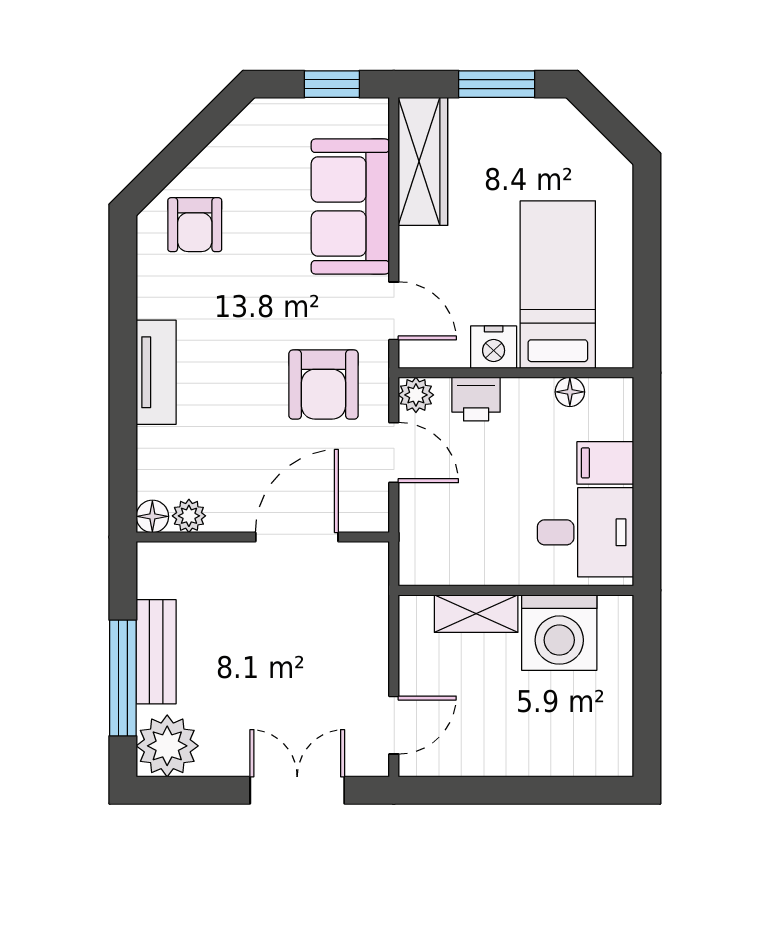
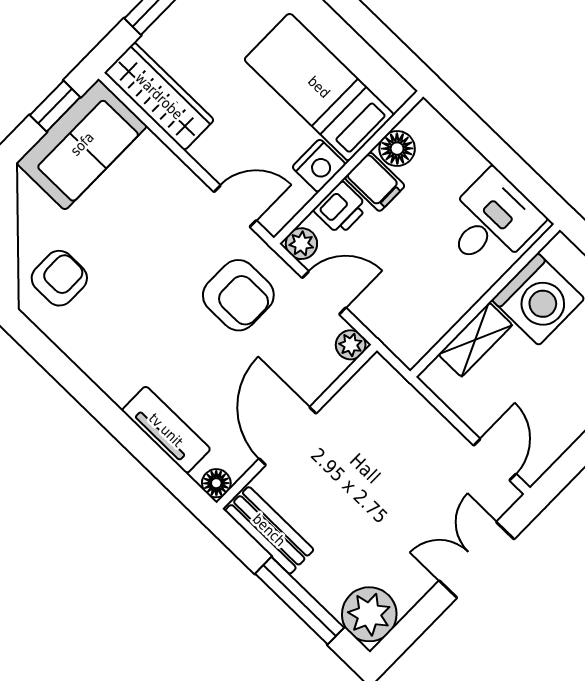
sofa: (350, 206) -> (82, 144), moved, turned -90
armchair: (195, 225) -> (59, 278), turned -90
tv unit: (156, 372) -> (166, 430), moved
floor lamp: (570, 392) -> (397, 149), width x1.37, depth x1.37
filing cabinet: (605, 463) -> (375, 182), moved, turned -90
plant: (189, 516) -> (351, 345), moved
door: (297, 537) -> (288, 436), moved
bench: (156, 652) -> (269, 530), moved

